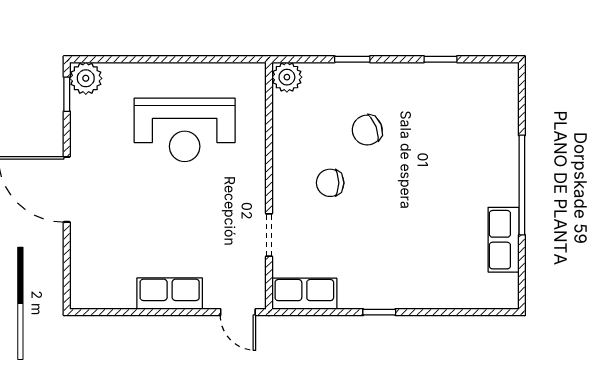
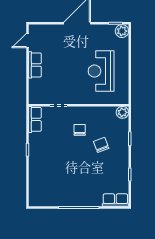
row of seats: (504, 240) -> (115, 200), moved
door: (238, 312) -> (27, 41), moved

